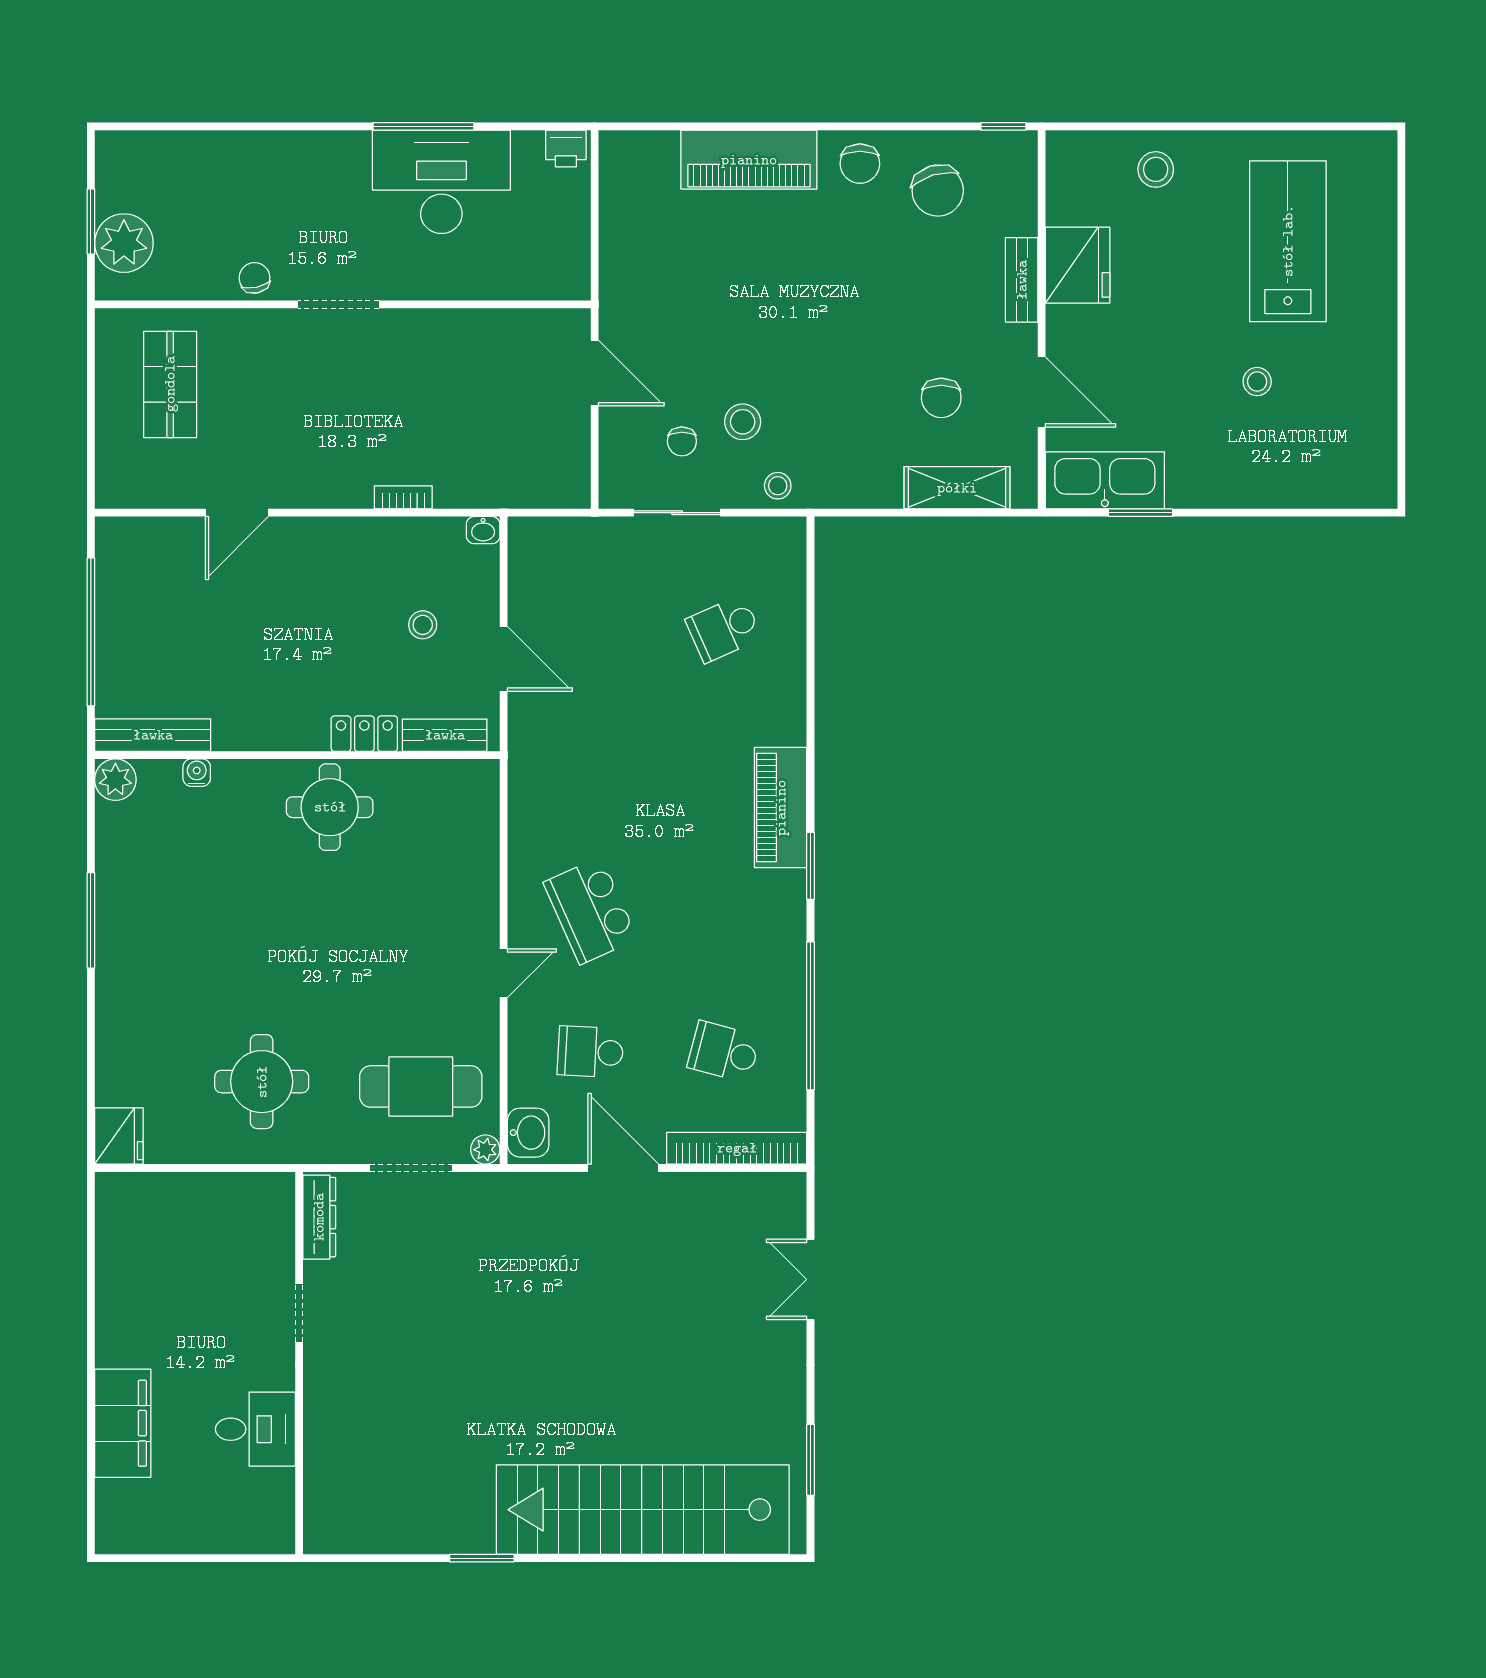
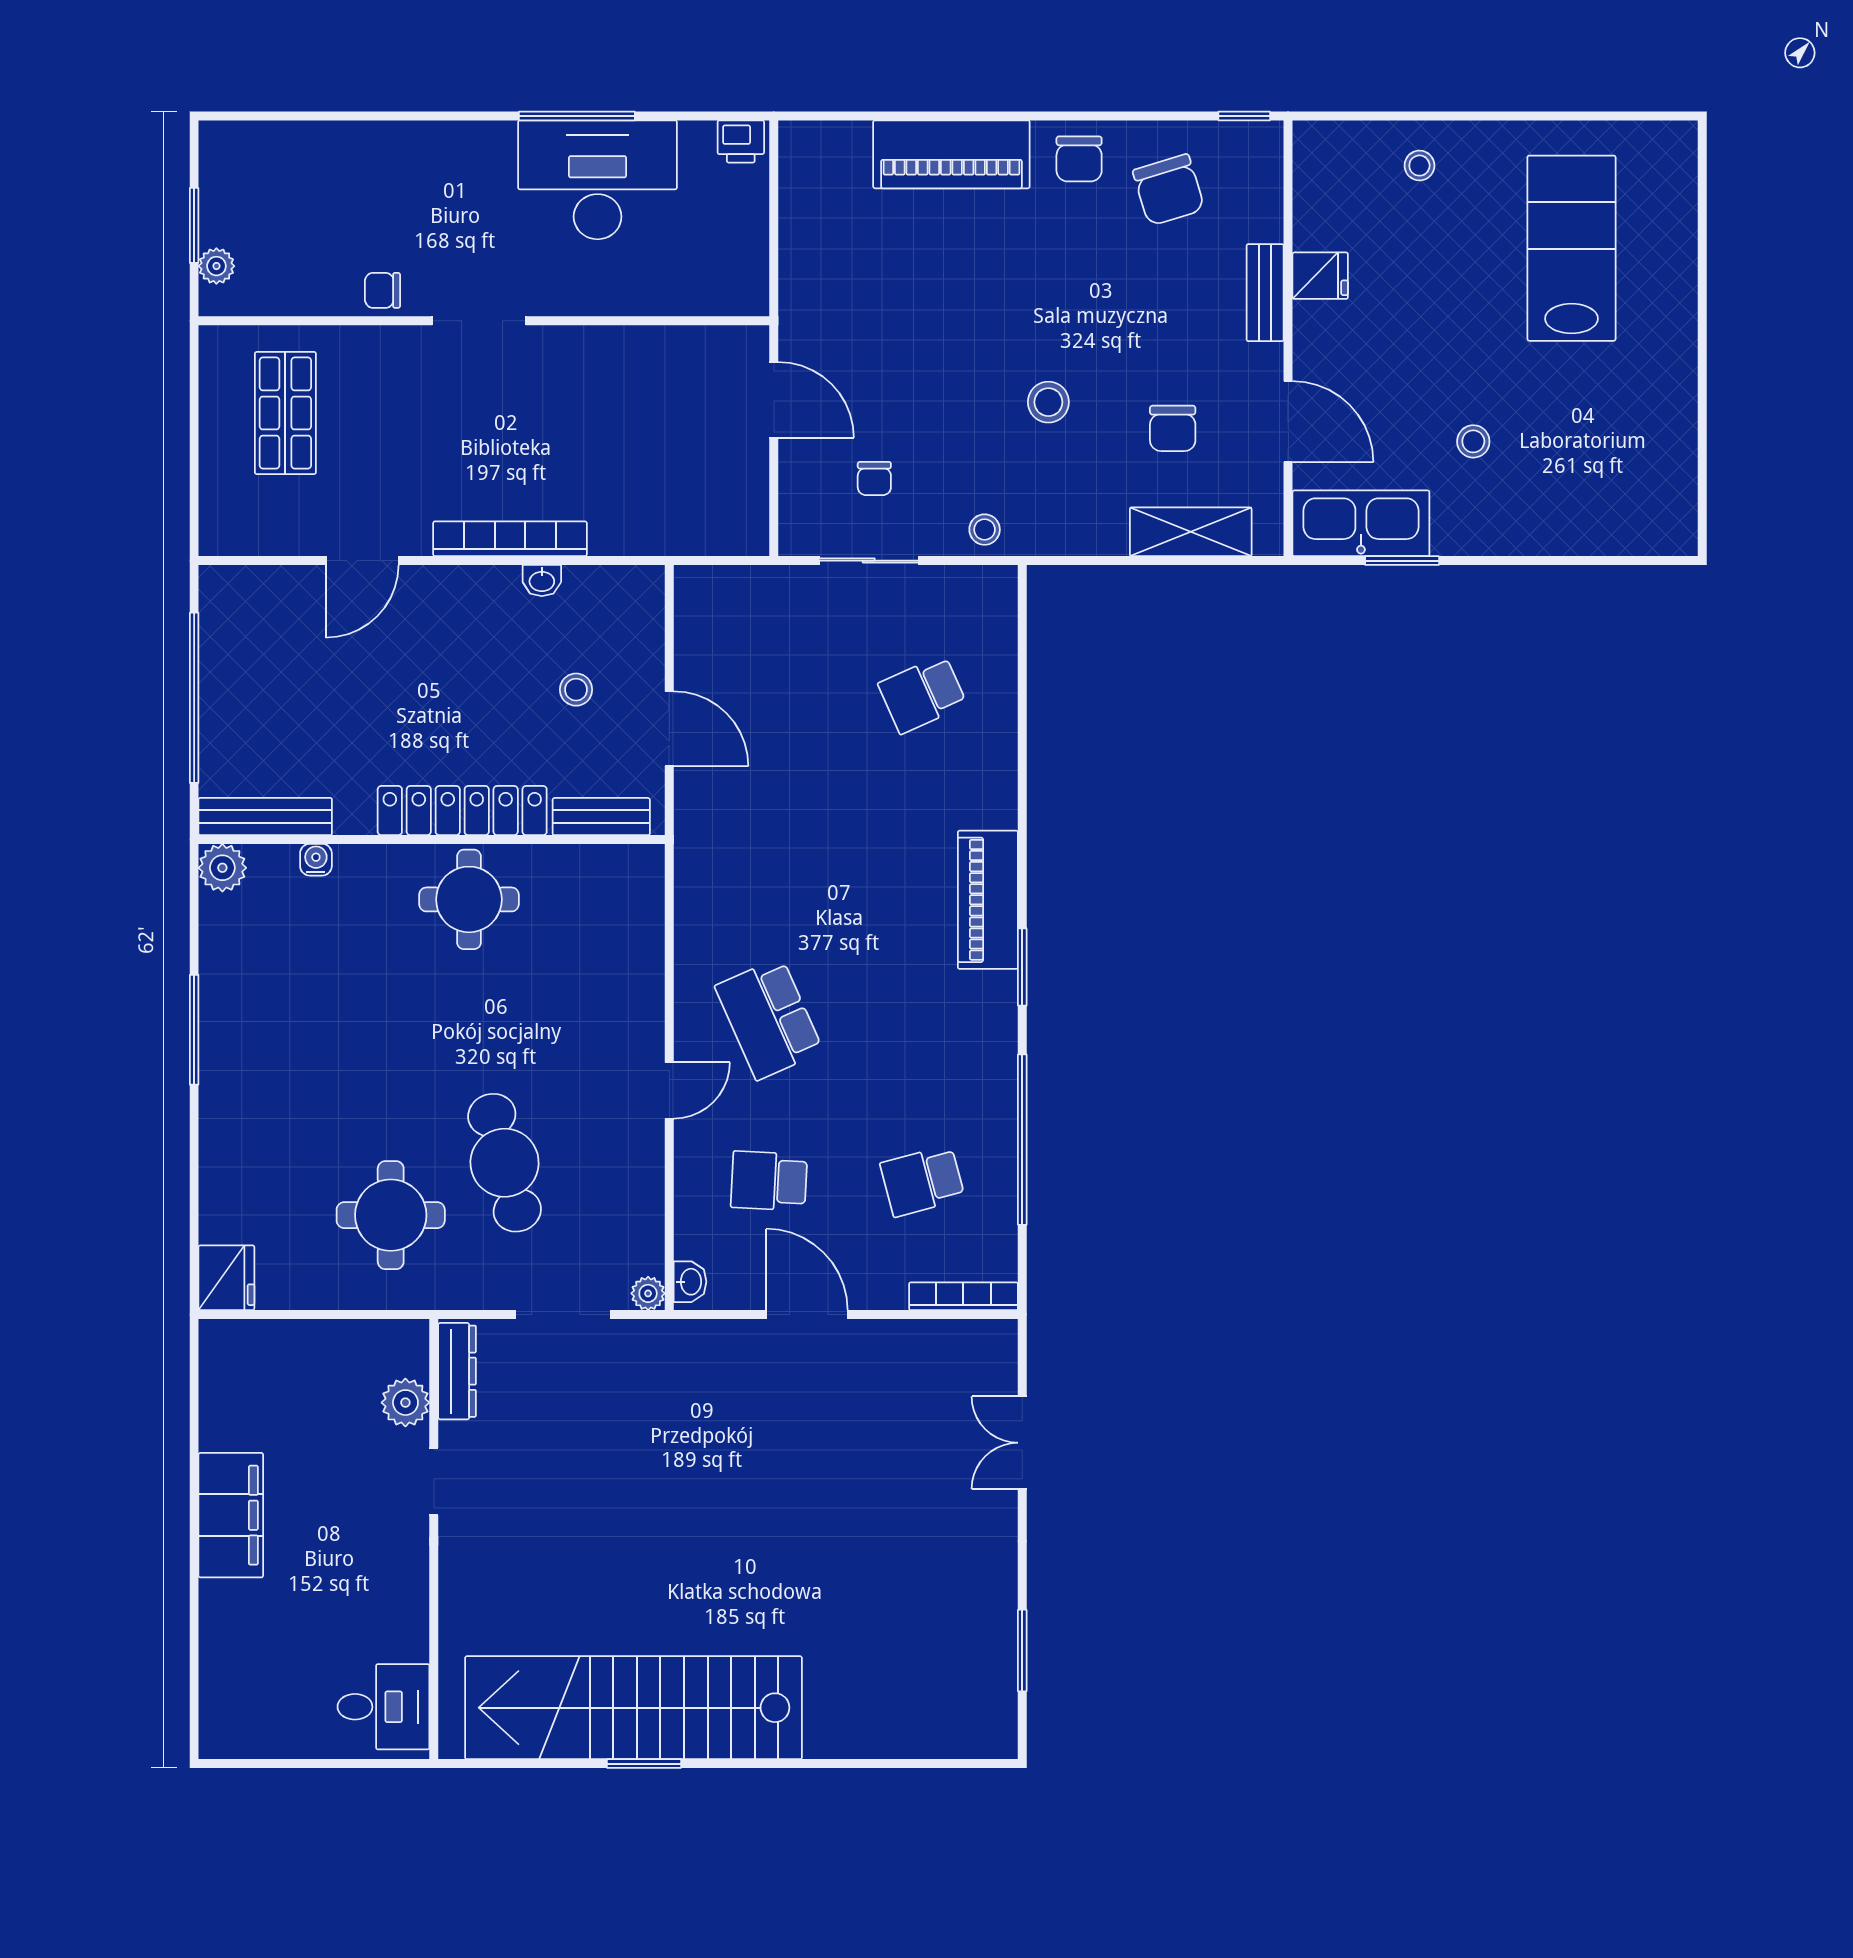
stool: (1156, 169) -> (1419, 166), width x0.73, depth x0.73
plant: (124, 243) -> (216, 266), width x0.53, depth x0.53
fridge: (1078, 265) -> (1320, 276), width x0.53, depth x0.75
chair: (255, 278) -> (382, 290), turned -78
stool: (1257, 382) -> (1473, 441), moved
stool: (743, 422) -> (1048, 402), moved
bookcase: (403, 497) -> (510, 539), width x2.31, depth x1.31
washbasin: (483, 530) -> (542, 581), moved
locker: (364, 734) -> (462, 811), width x2.16, depth x1.21
school desk: (724, 1052) -> (922, 1181), turned -30
cafe table: (421, 1086) -> (505, 1163), moved, turned 75
washbasin: (528, 1133) -> (690, 1282), width x0.72, depth x0.69
bookcase: (737, 1148) -> (963, 1296), width x0.68, depth x0.76
plant: (274, 1244) -> (405, 1403), added
filing cabinet: (123, 1423) -> (231, 1515), moved
desk: (255, 1429) -> (383, 1707), moved
stairs: (643, 1510) -> (633, 1708), moved

